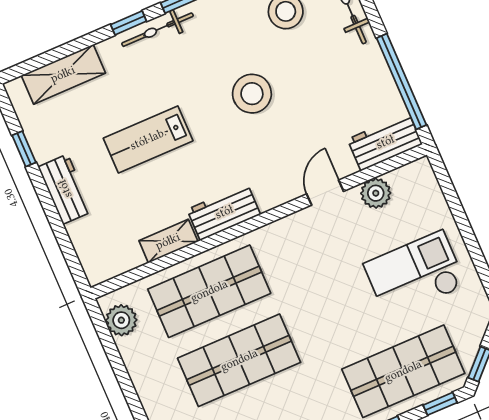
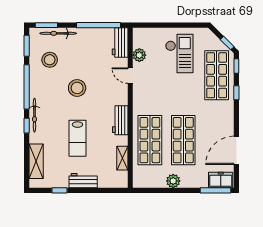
shelving: (168, 241) -> (122, 158), moved
checkout: (415, 275) -> (179, 54), turned 180
plant: (121, 320) -> (173, 181), moved

